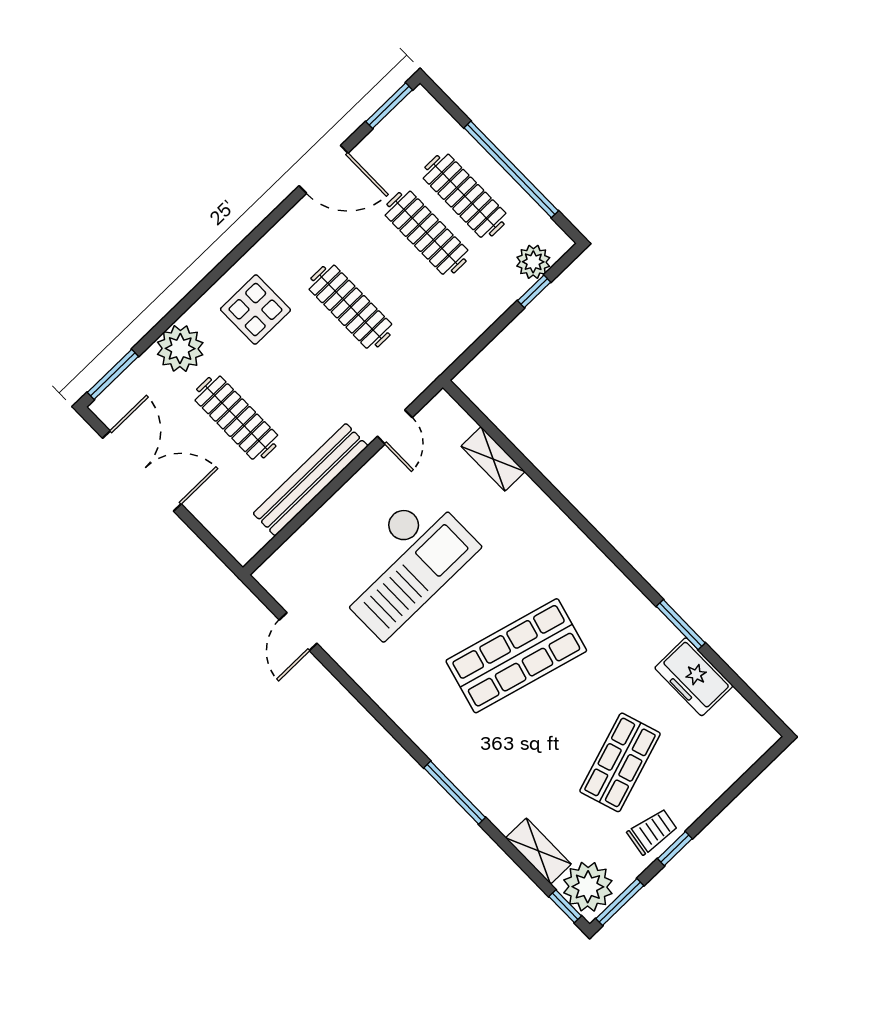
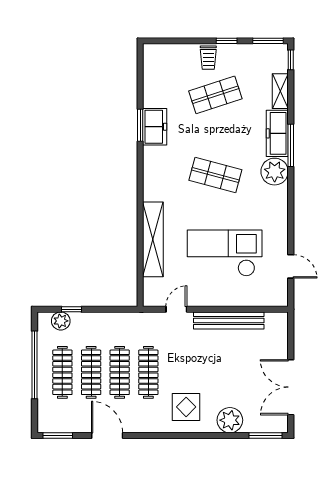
clothes rail: (236, 418) -> (120, 372), moved
shelving: (493, 459) -> (153, 239), width x2.20, depth x1.33
door: (298, 632) -> (291, 266), hinge flipped
shop shelf: (516, 656) -> (215, 175), width x0.70, depth x0.74
freezer: (694, 677) -> (155, 127), moved
freezer: (488, 791) -> (277, 133), added
trolley: (652, 831) -> (208, 58), moved, turned -99
plant: (588, 887) -> (275, 172), moved

